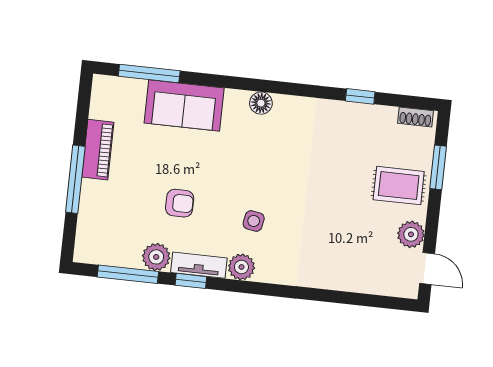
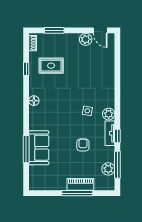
window: (149, 73) -> (26, 149), moved
floor lamp: (261, 103) -> (34, 101), moved
piano: (98, 150) -> (80, 184), moved
rug: (399, 186) -> (51, 66), moved, turned 90
plant: (156, 257) -> (108, 169), moved
door: (427, 268) -> (100, 30), swing flipped

